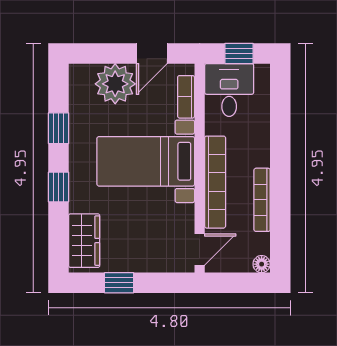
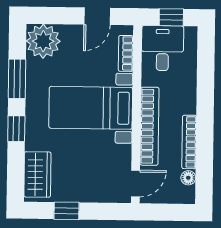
plant: (115, 84) -> (43, 41), moved
window: (59, 128) -> (17, 79), width x1.50
floor lamp: (262, 264) -> (188, 178), moved

